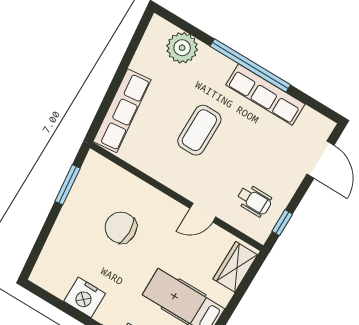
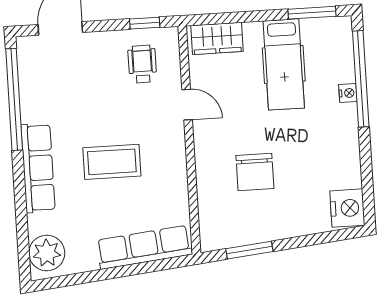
plant: (182, 48) -> (47, 253), moved
window: (250, 66) -> (14, 99), moved
row of seats: (265, 95) -> (38, 168), moved
nightstand: (85, 297) -> (347, 208), moved

